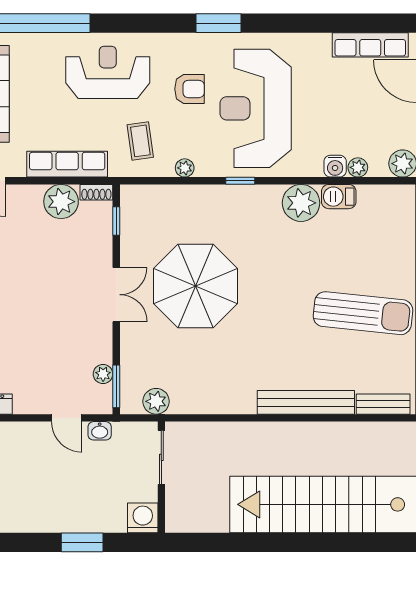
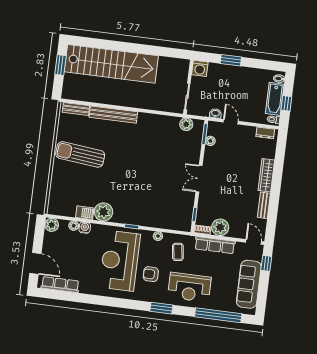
window: (218, 23) -> (161, 308), moved
reception desk: (256, 108) -> (120, 261), turned 180
parasol: (196, 286) -> (160, 178), removed

